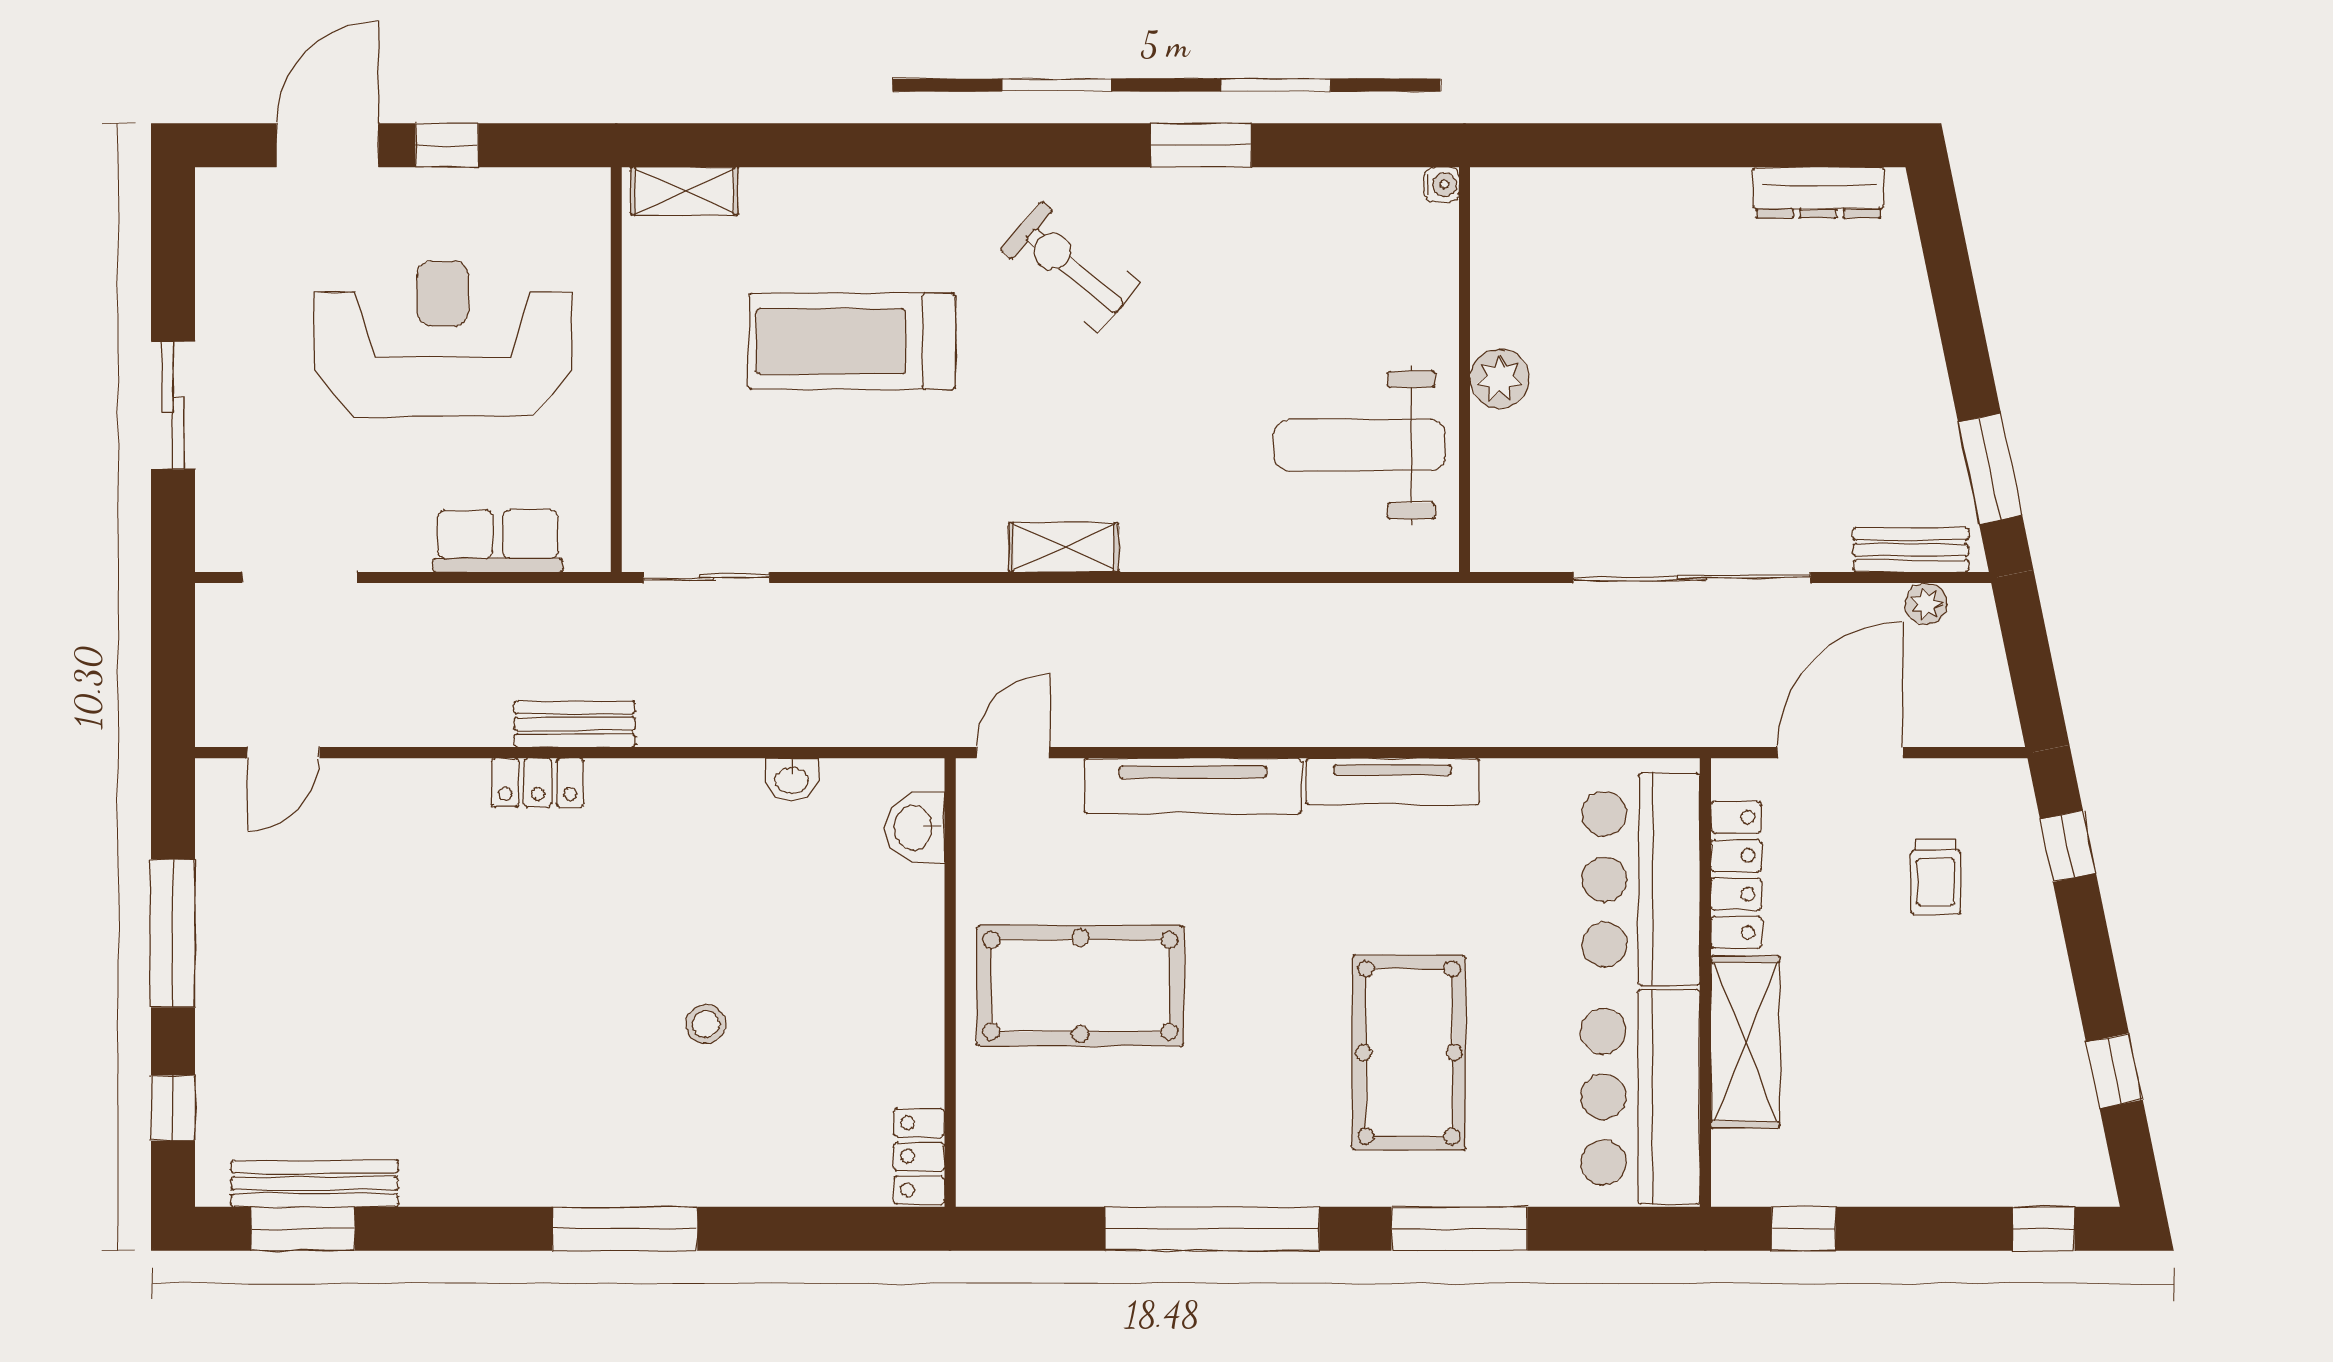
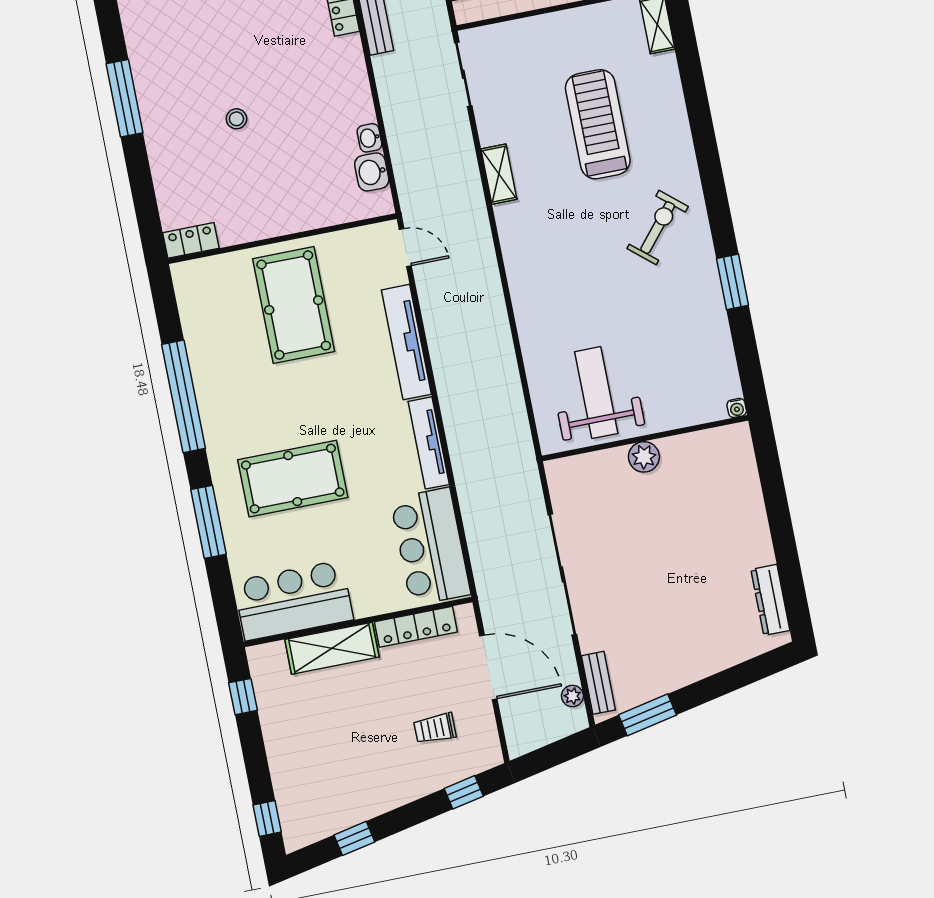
shelving: (1064, 547) -> (499, 174), moved
washbasin: (915, 827) -> (372, 172), moved, turned -90
bar counter: (1641, 879) -> (430, 547), moved, turned -90

